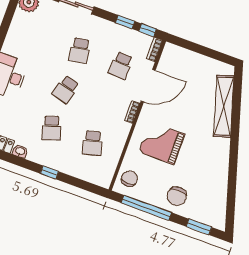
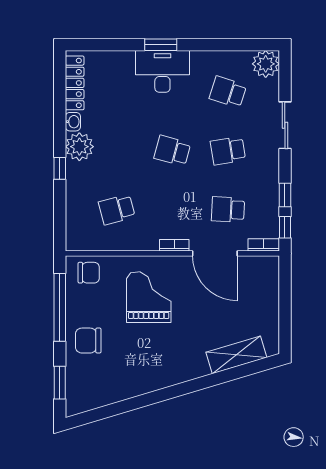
shelving: (224, 106) -> (236, 355), width x0.68
school desk: (52, 128) -> (228, 92), moved, turned 36
plant: (39, 153) -> (79, 147), added

